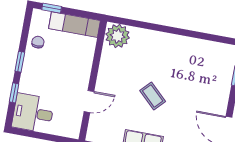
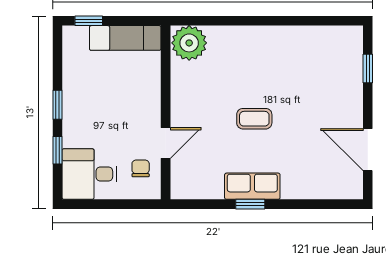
chair: (38, 42) -> (141, 168), moved
coffee table: (153, 96) -> (254, 119), turned -44

